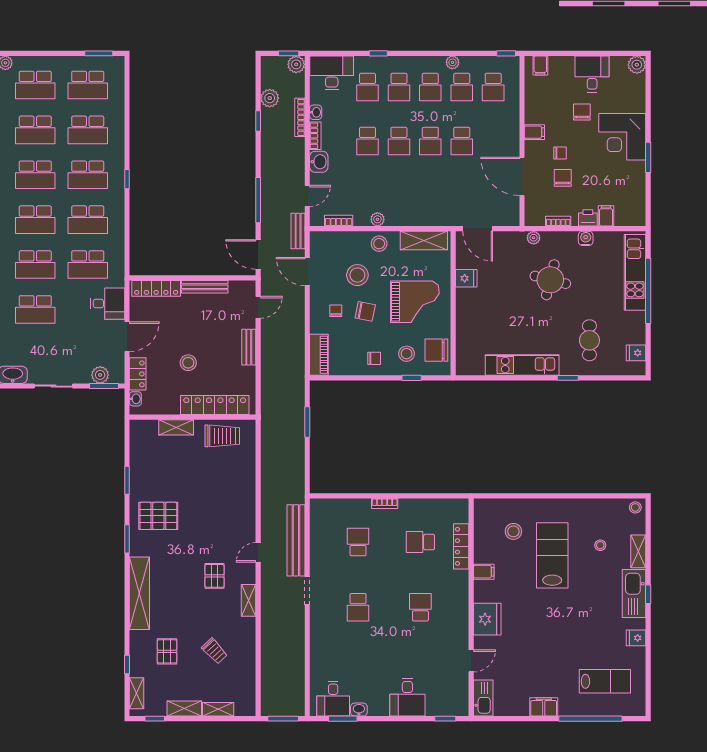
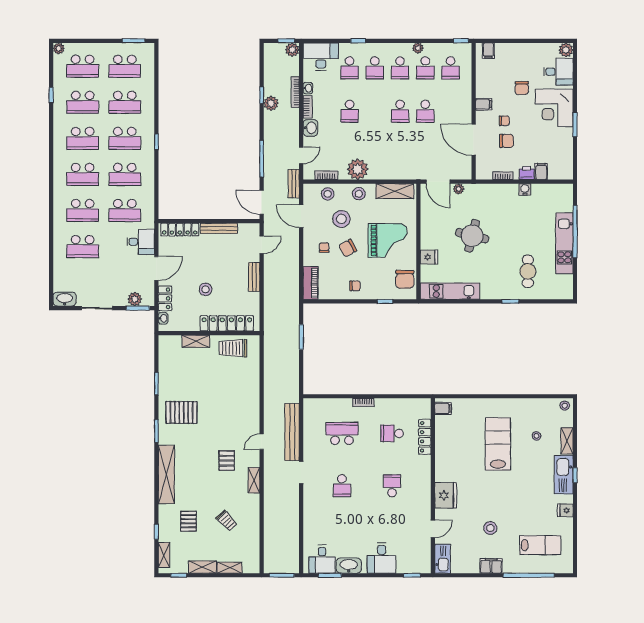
desk: (592, 74) -> (558, 72), moved, turned 90
plant: (270, 98) -> (271, 103), moved
chair: (582, 112) -> (522, 88), turned 180
school desk: (399, 141) -> (375, 111), removed
chair: (563, 178) -> (506, 141), turned 90
plant: (377, 219) -> (358, 169), width x1.87, depth x1.87
plant: (534, 238) -> (459, 189), moved
kitchen unit: (635, 272) -> (564, 243), moved
fridge: (466, 278) -> (429, 257), moved
round table: (550, 280) -> (472, 236), moved
chair: (365, 311) -> (348, 248), turned 140
chair: (436, 350) -> (405, 279), turned -90
fridge: (636, 353) -> (565, 281), removed
stool: (407, 354) -> (328, 194), moved
kitchen unit: (522, 365) -> (450, 291), moved
trolley: (222, 436) -> (233, 348), turned 180
stool: (513, 531) -> (490, 528), moved
school desk: (358, 542) -> (342, 433), width x1.85
filing cabinet: (484, 572) -> (443, 408), moved
washbasin: (359, 710) -> (349, 566), width x1.91, depth x1.45

